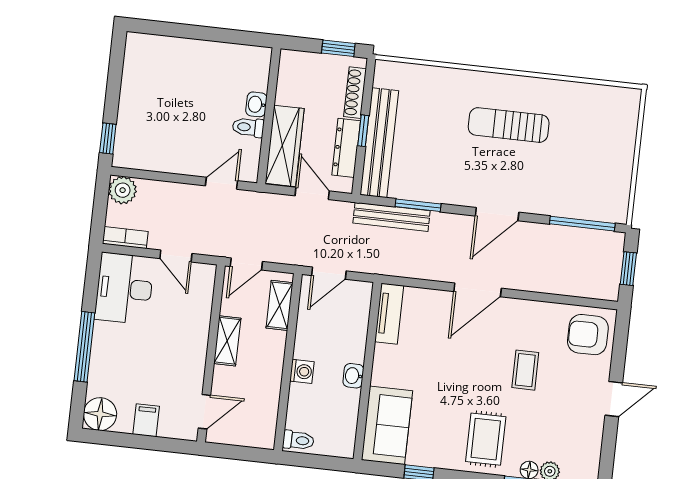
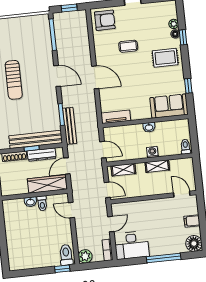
toilet: (134, 152) -> (66, 255), added
armchair: (588, 335) -> (105, 20), turned -90
shelving: (227, 341) -> (157, 166), moved

